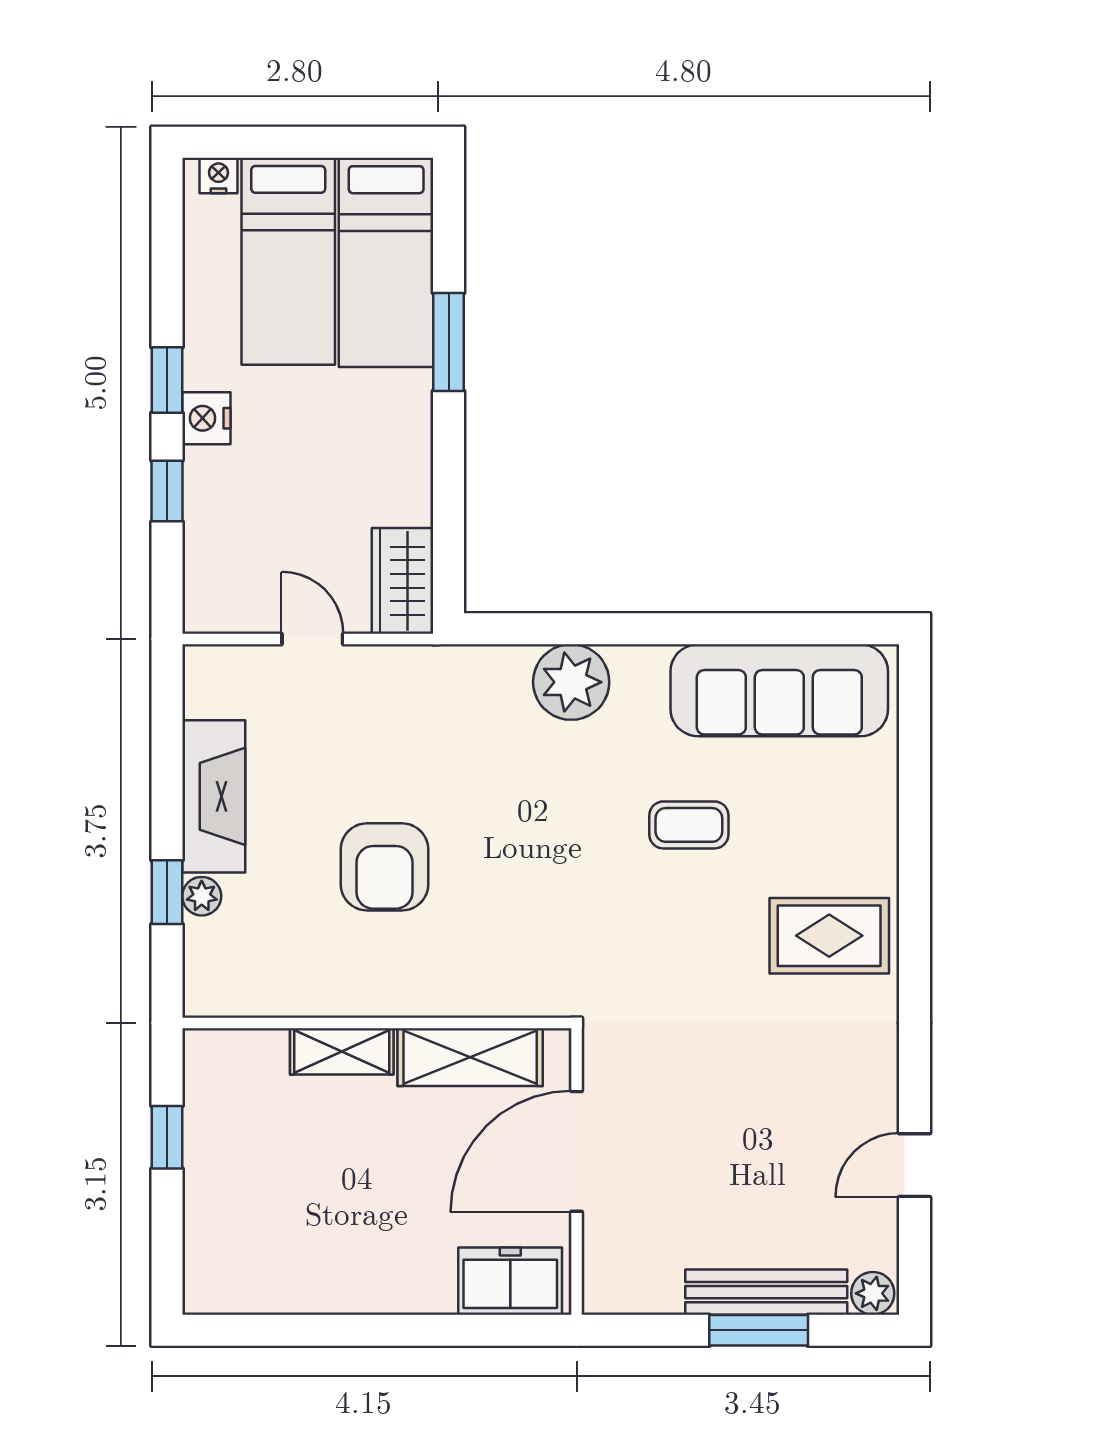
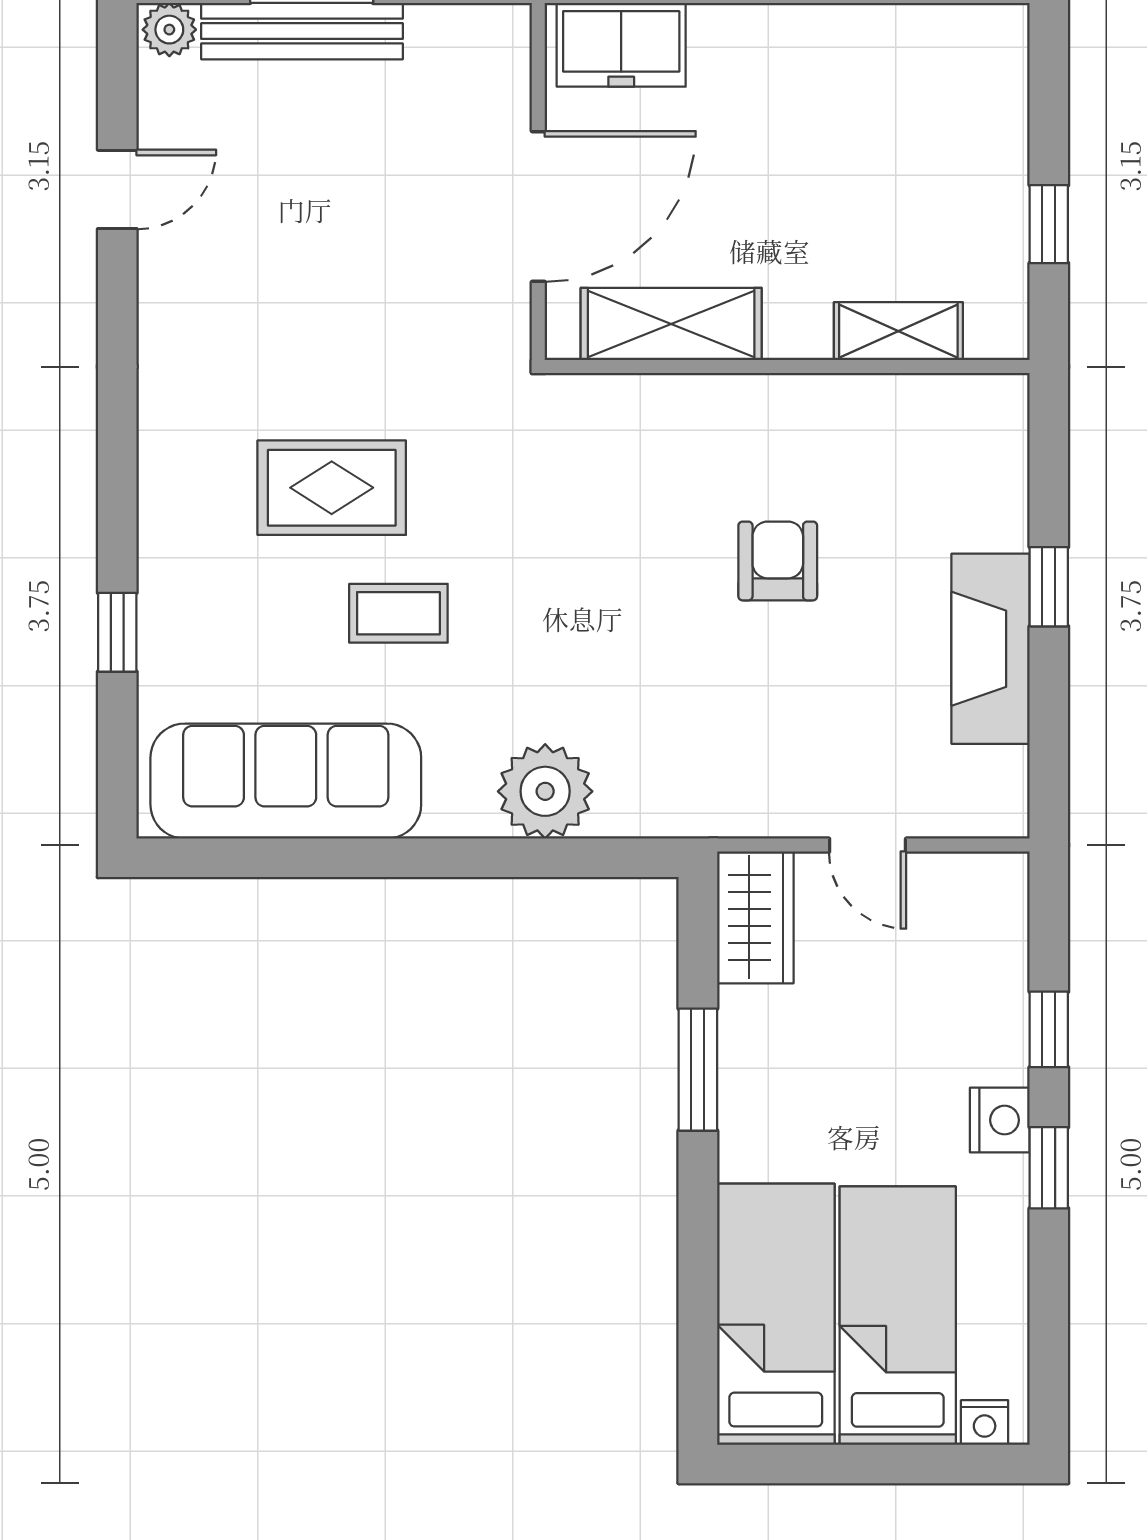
window: (449, 342) -> (698, 1070), moved
window: (915, 810) -> (117, 632), added
armchair: (384, 867) -> (778, 561), width x0.72, depth x0.72
window: (167, 892) -> (1049, 587), moved
plant: (202, 896) -> (1005, 524), removed
rug: (829, 936) -> (332, 488), moved
shelving: (342, 1051) -> (898, 331), moved

